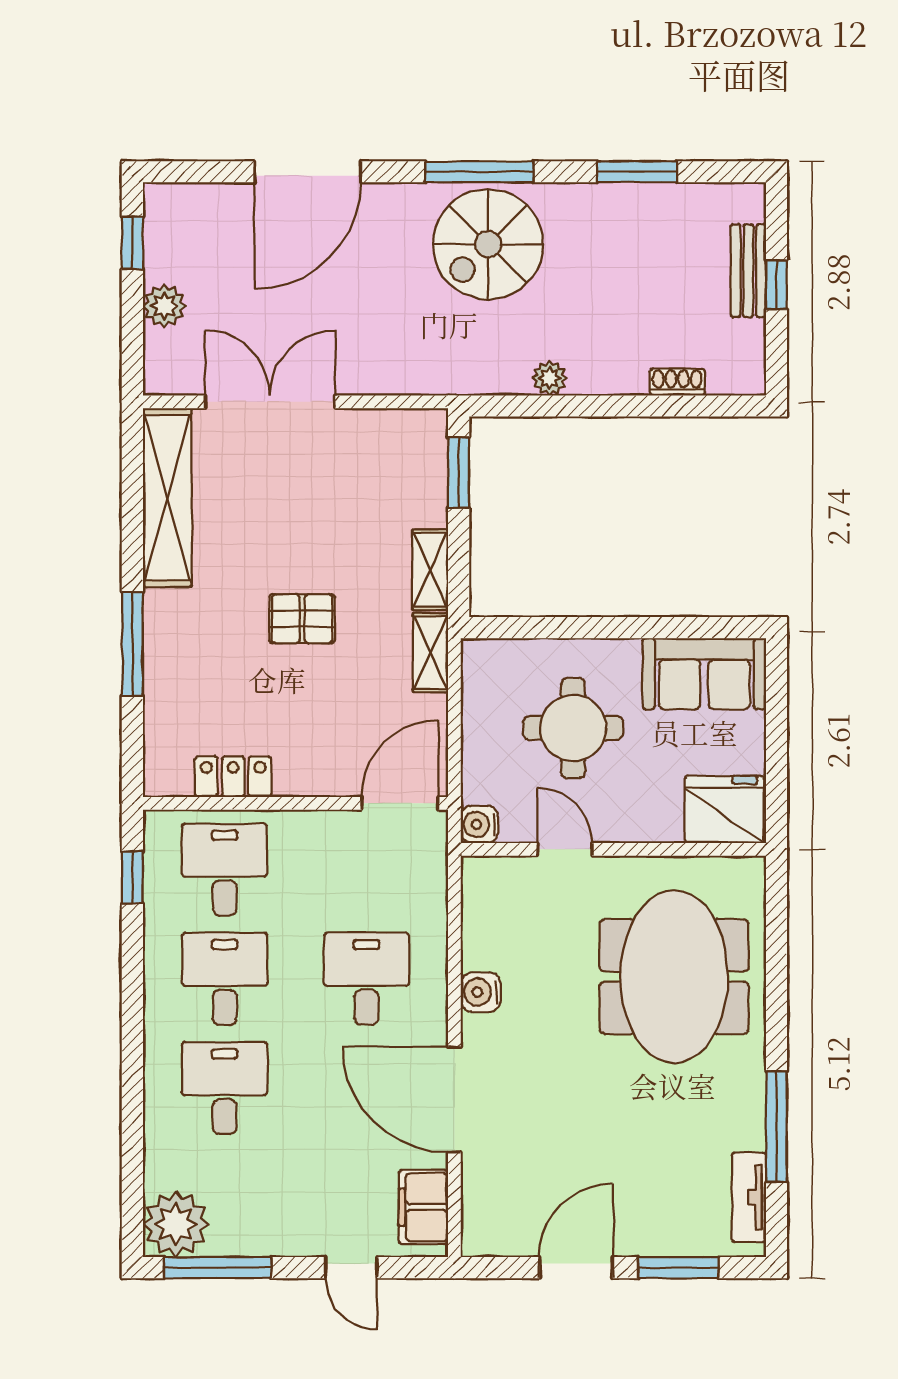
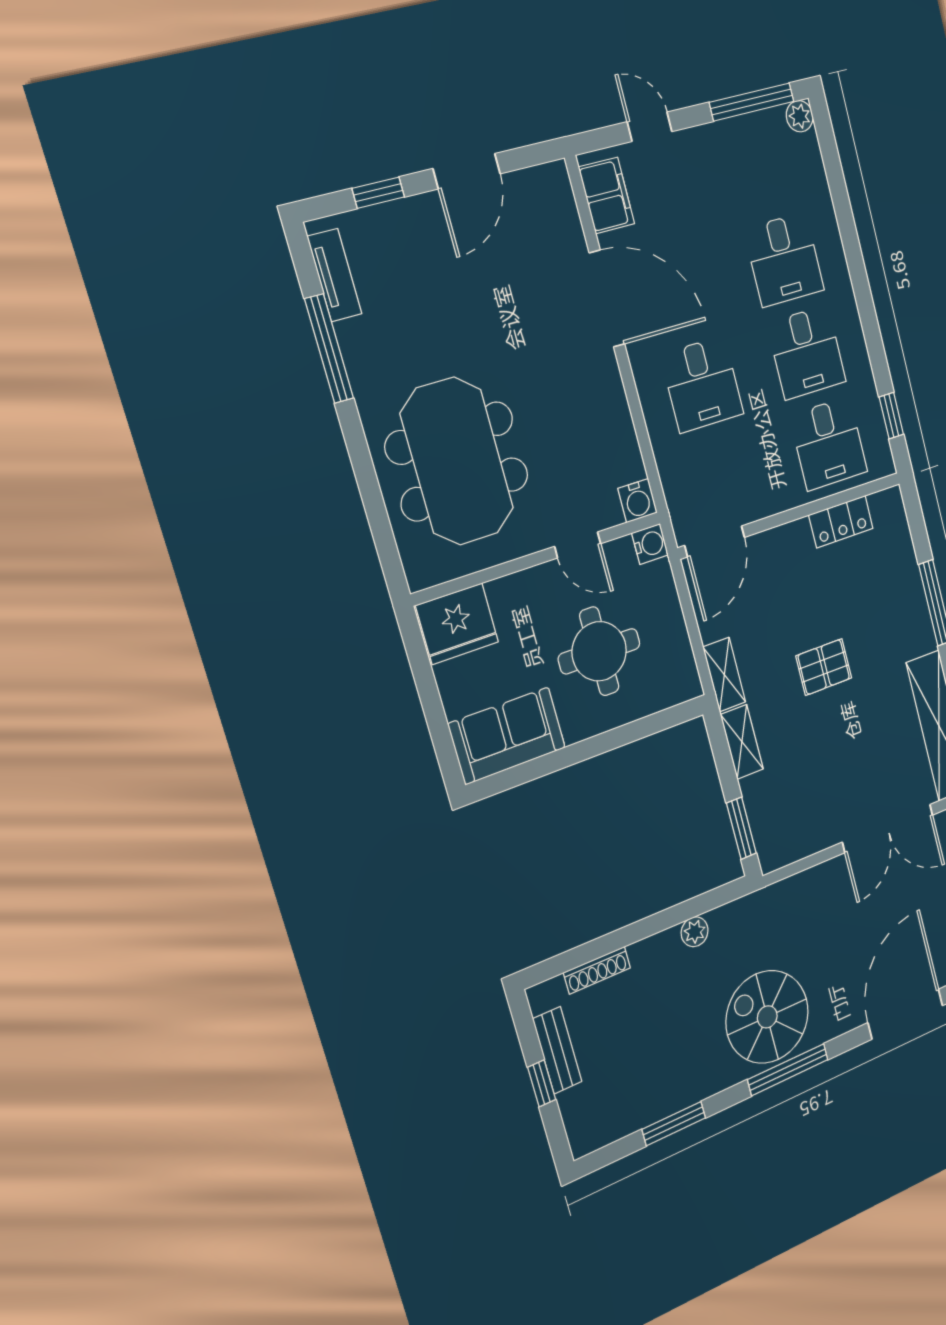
spiral stairs: (488, 244) -> (767, 1017), turned -90
bench: (748, 271) -> (557, 1050), moved
shoe rack: (677, 382) -> (597, 970), width x1.43
water cooler: (481, 992) -> (638, 501), moved, turned 90
plant: (176, 1224) -> (800, 116), width x0.53, depth x0.53
window: (678, 1268) -> (378, 193), width x0.67

